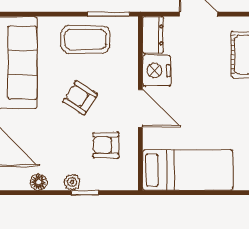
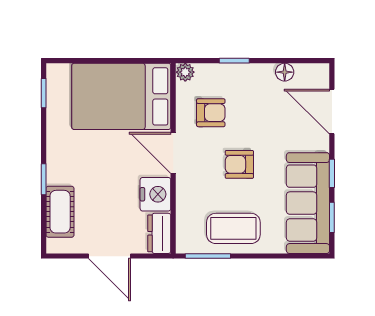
armchair: (80, 98) -> (239, 164), turned 147
bed: (188, 170) -> (121, 96), width x1.50
plant: (72, 182) -> (185, 72), moved

